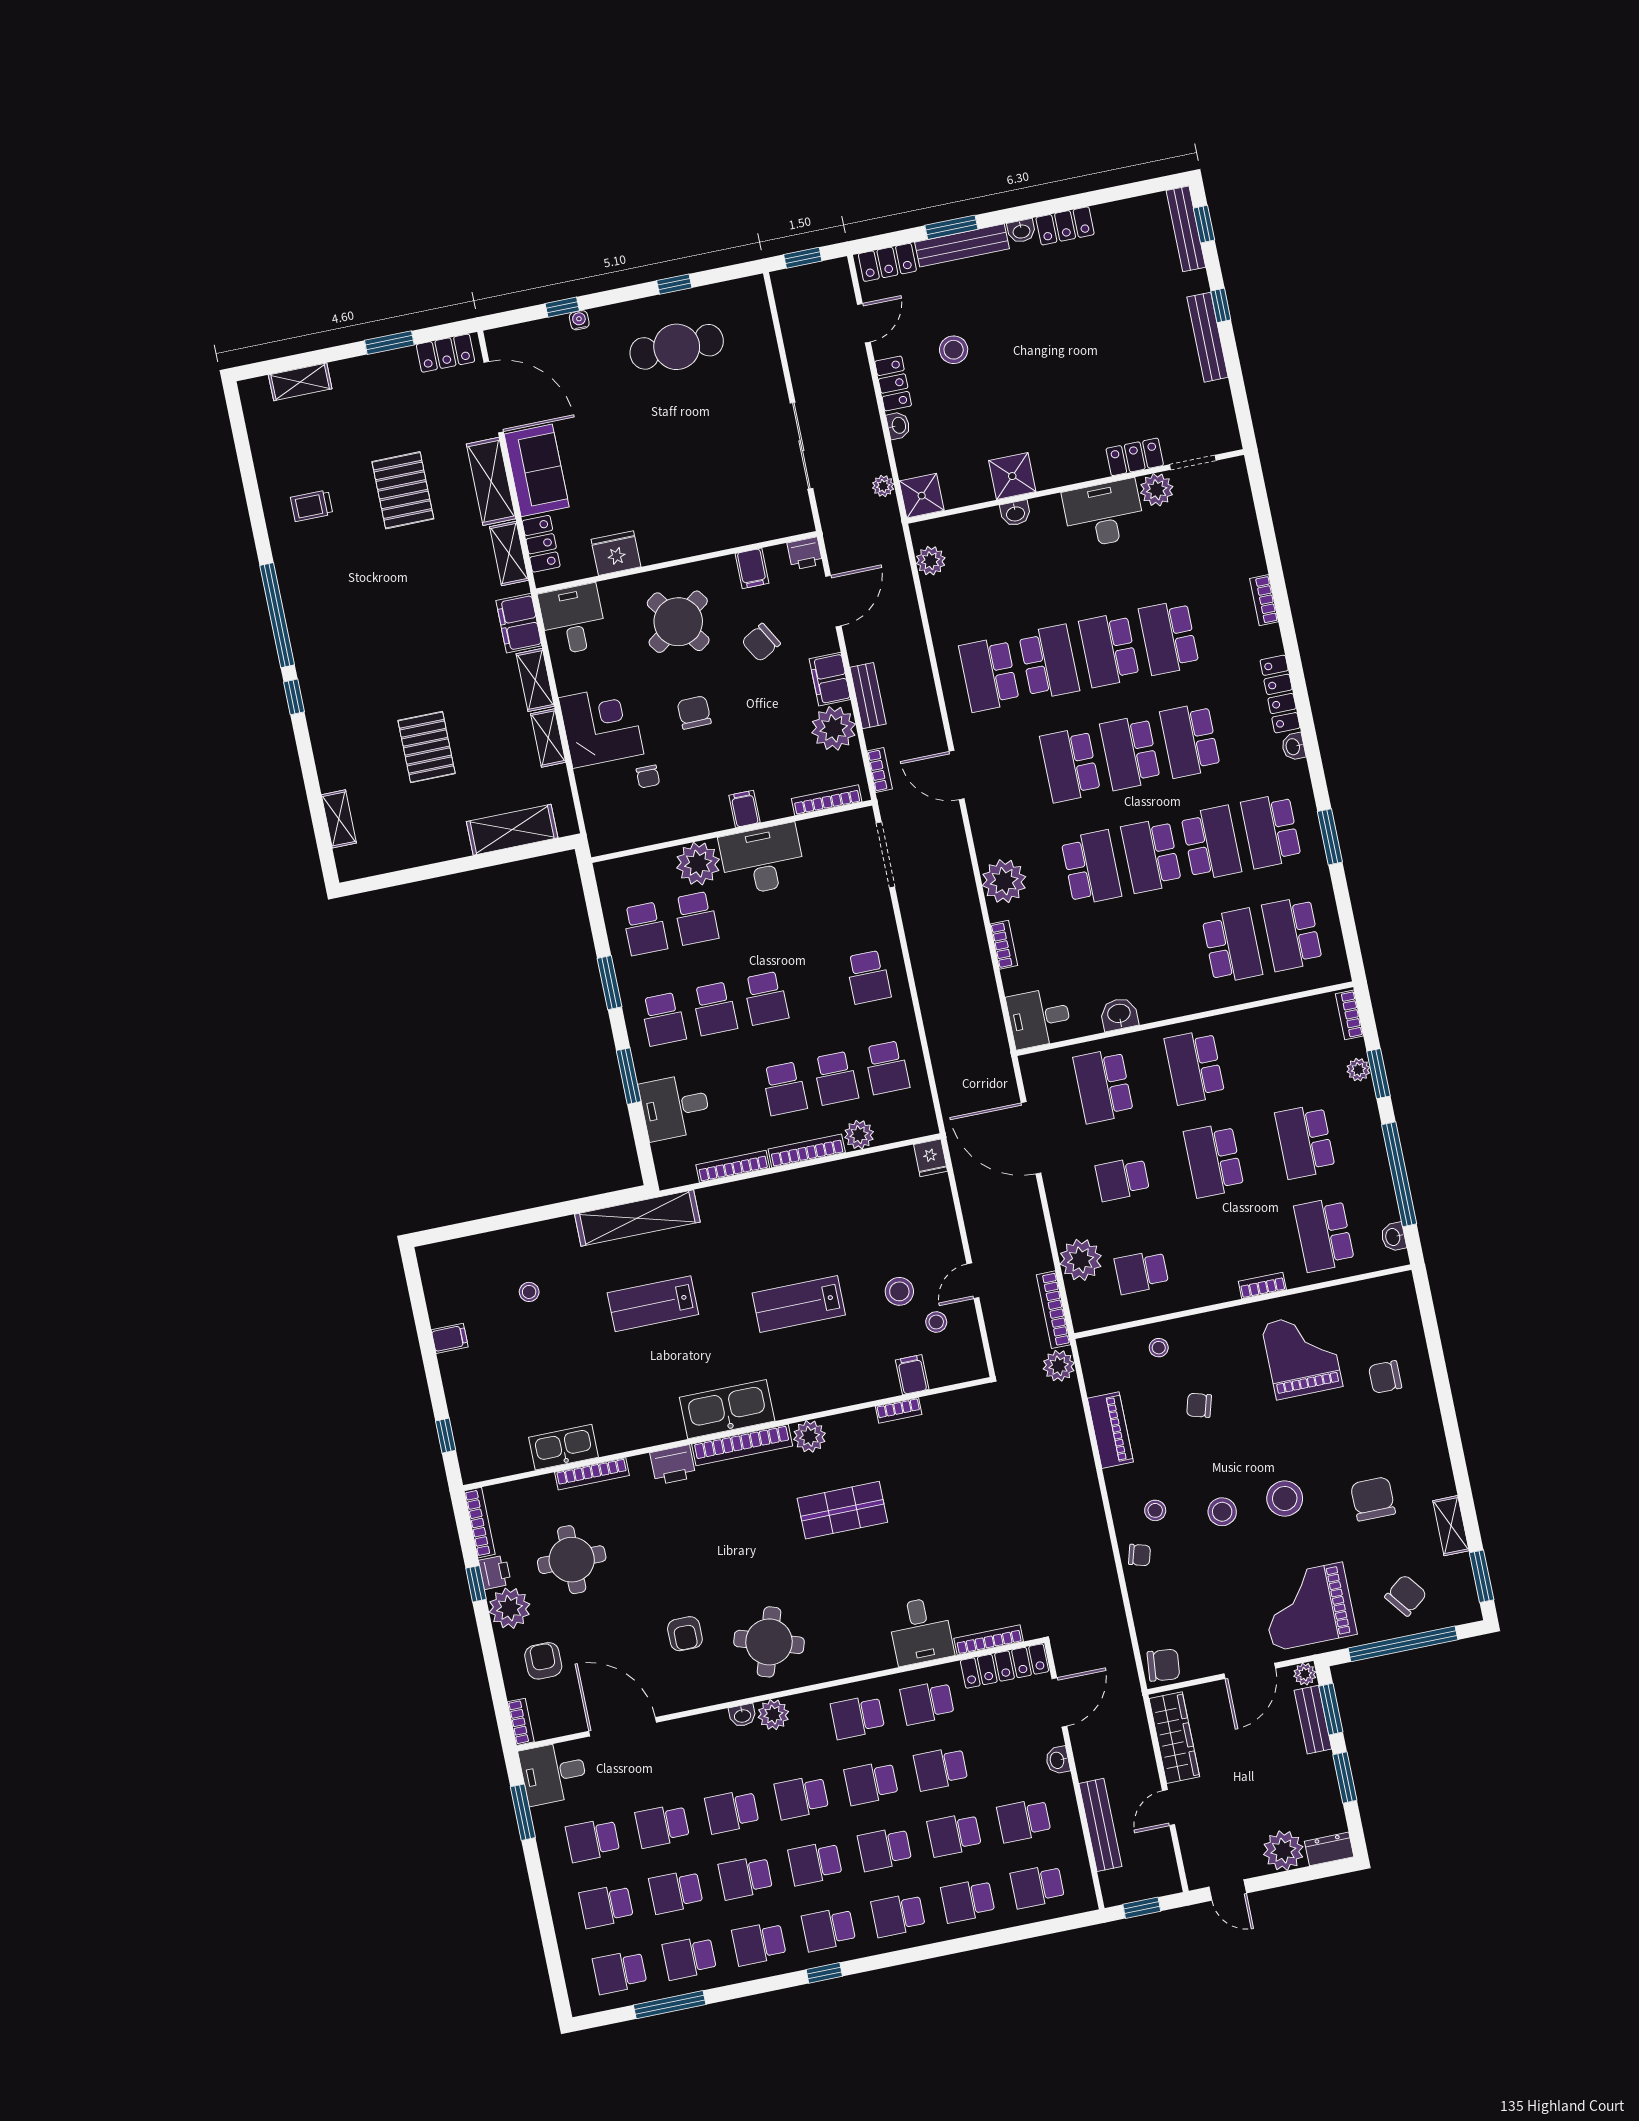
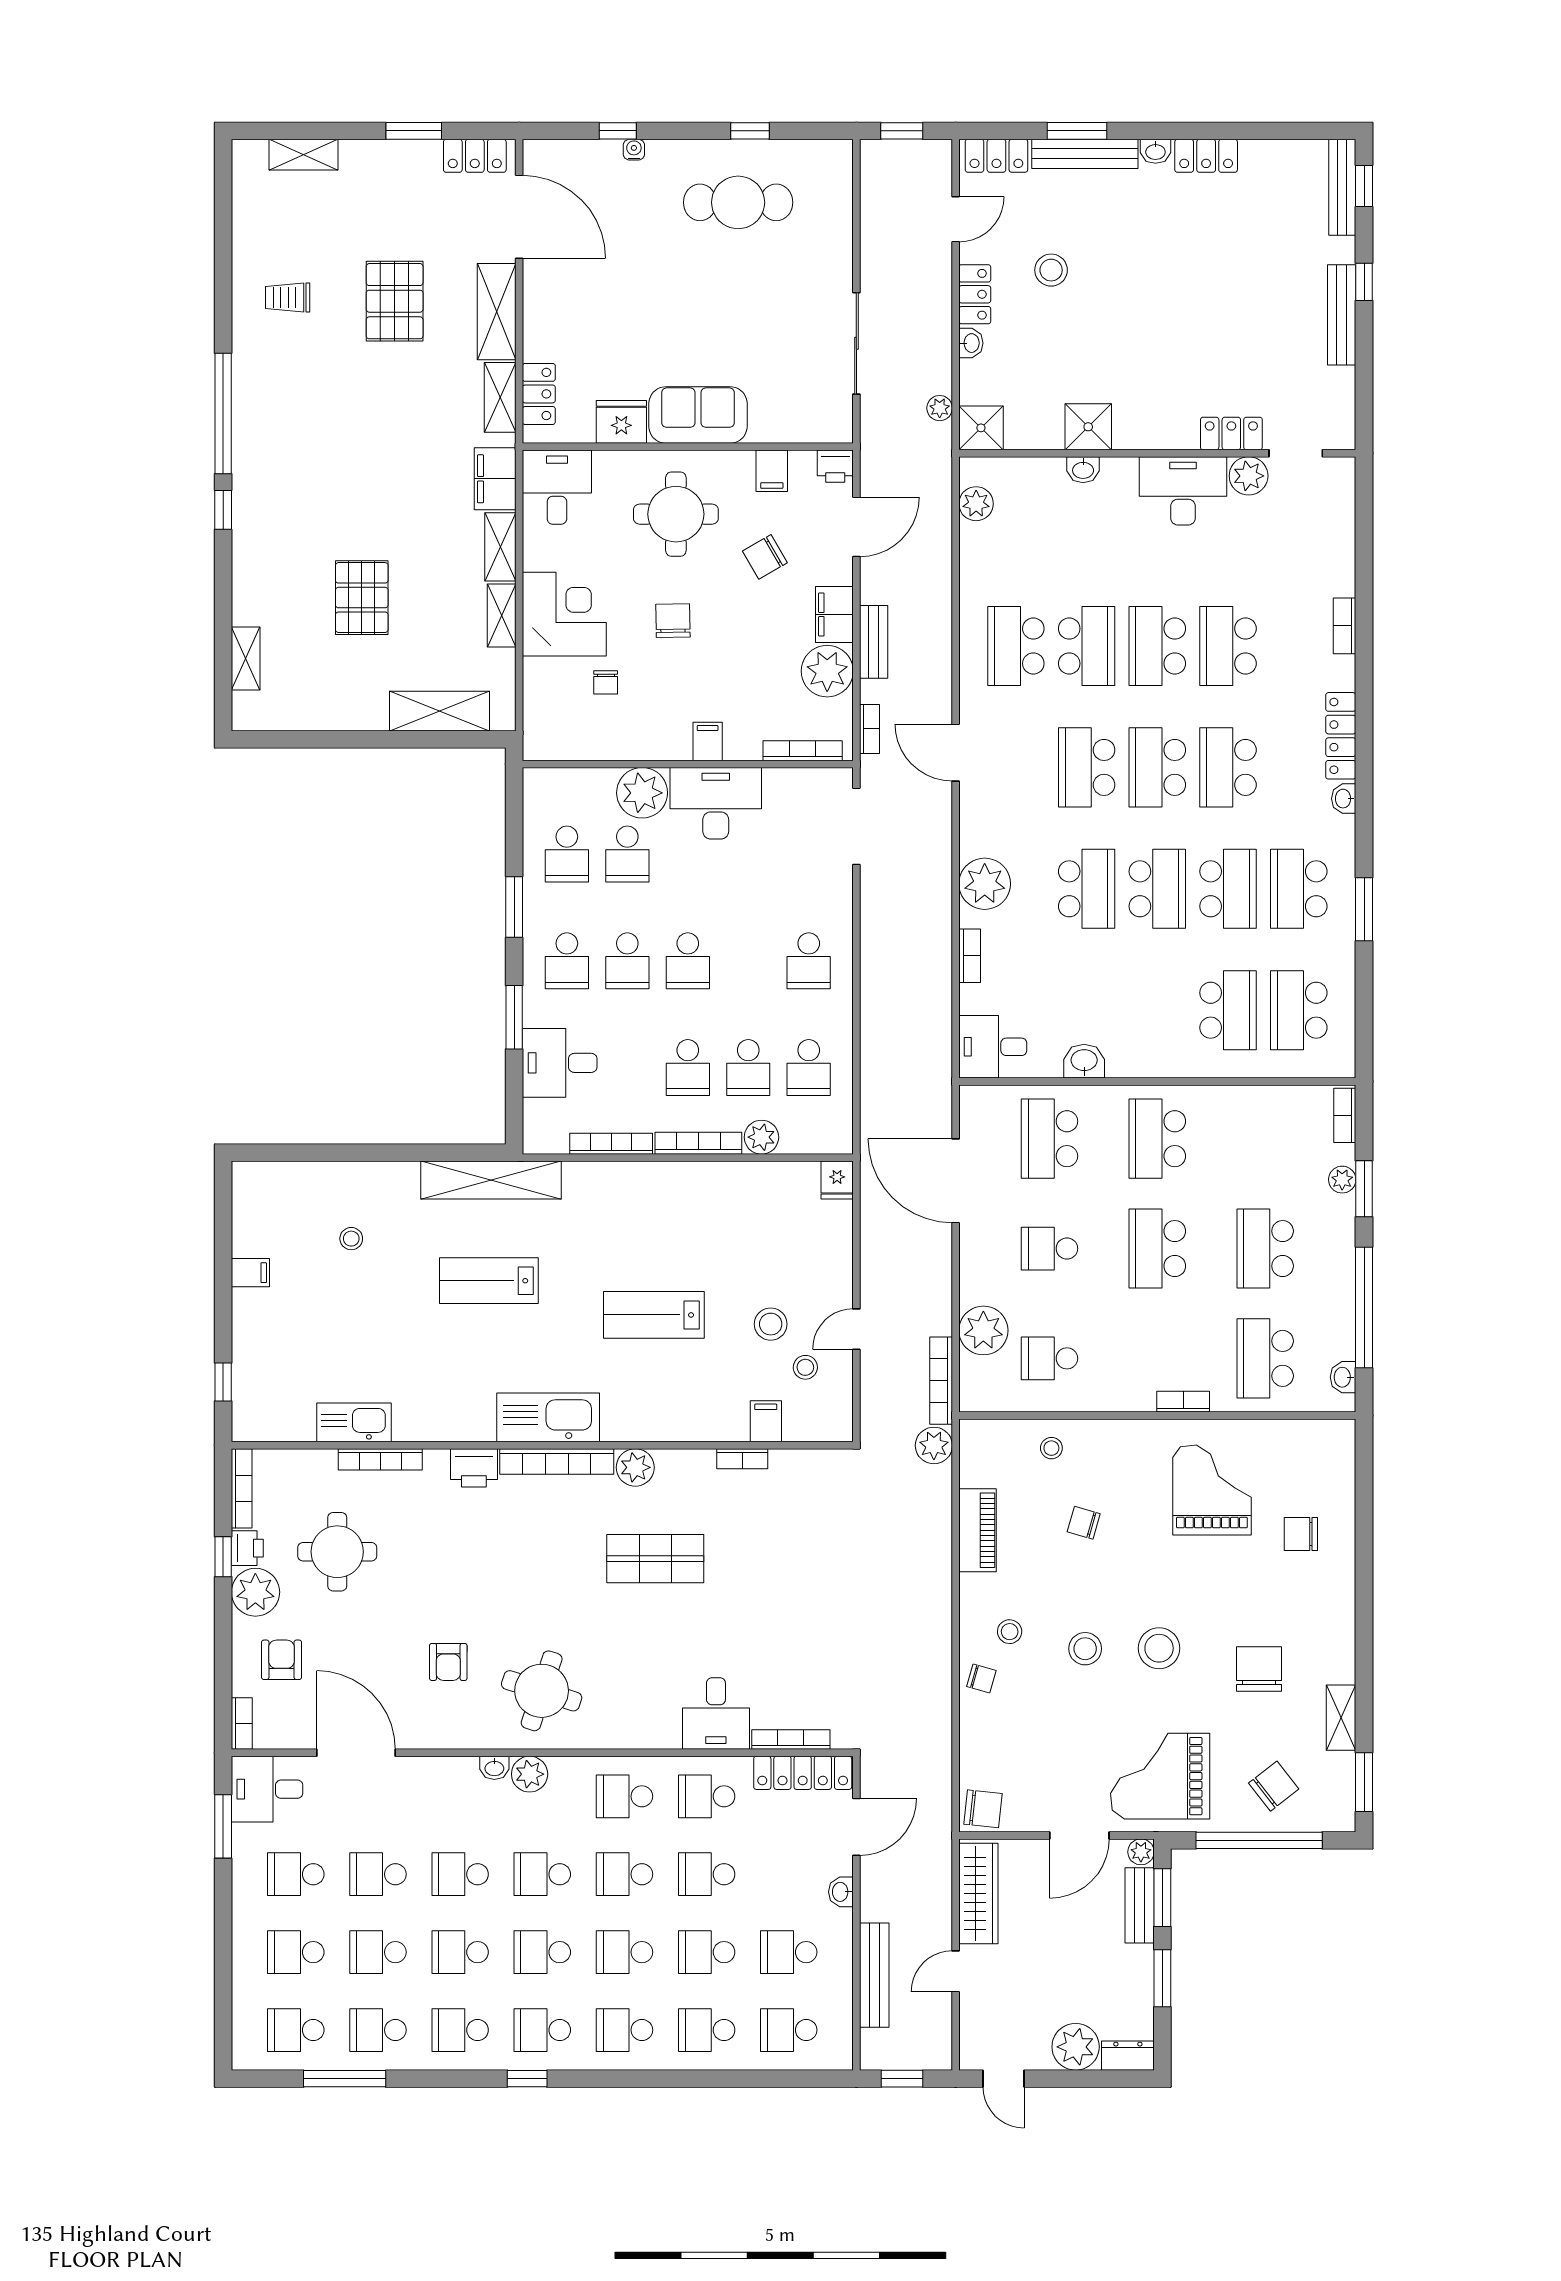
sofa: (537, 470) -> (698, 415), moved, turned -90
round table: (678, 622) -> (676, 514), turned 36
school desk: (1151, 855) -> (1157, 889), turned 180

